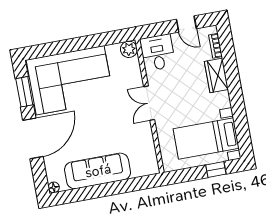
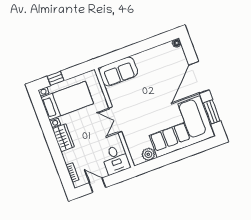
plant: (129, 49) -> (148, 154), moved
wardrobe: (216, 75) -> (63, 138), moved
double door: (149, 103) -> (115, 120), swing flipped
sofa: (98, 171) -> (118, 71), moved, width x0.73

